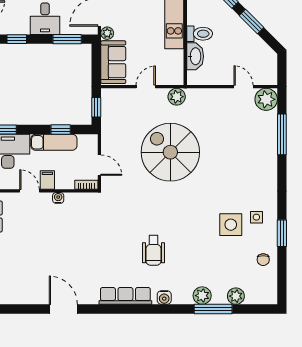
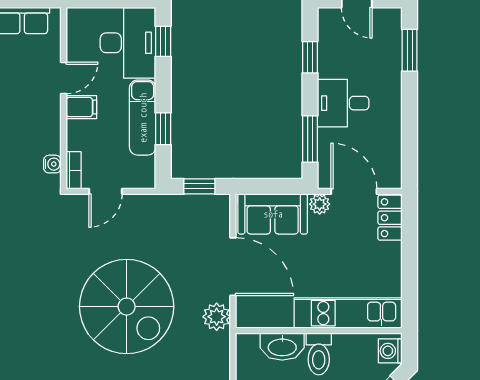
door: (146, 87) -> (233, 267), width x1.88
spiral stairs: (170, 152) -> (127, 307), turned 90
water cooler: (58, 198) -> (52, 164), moved

